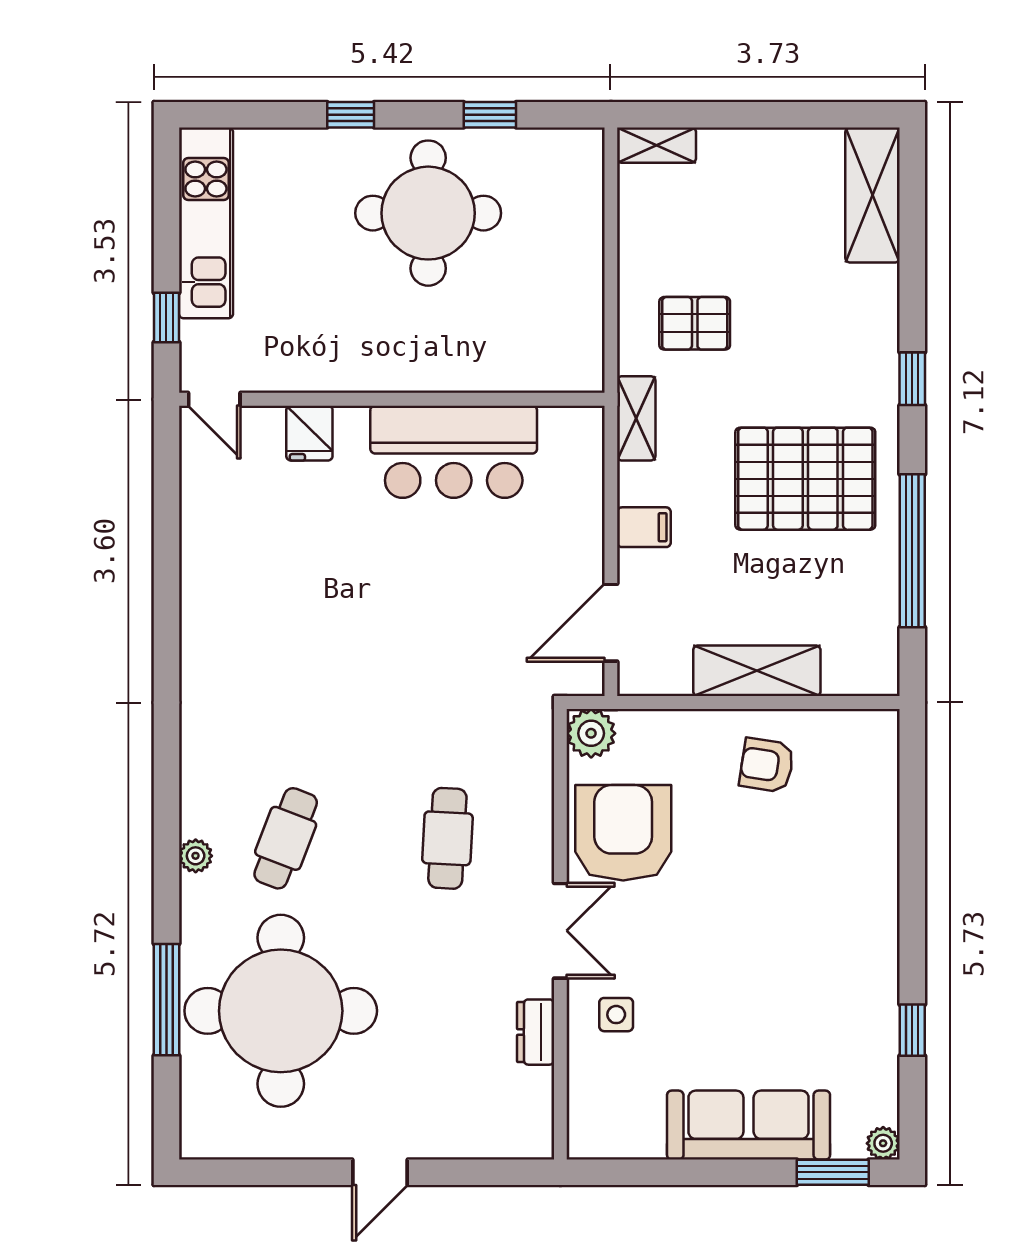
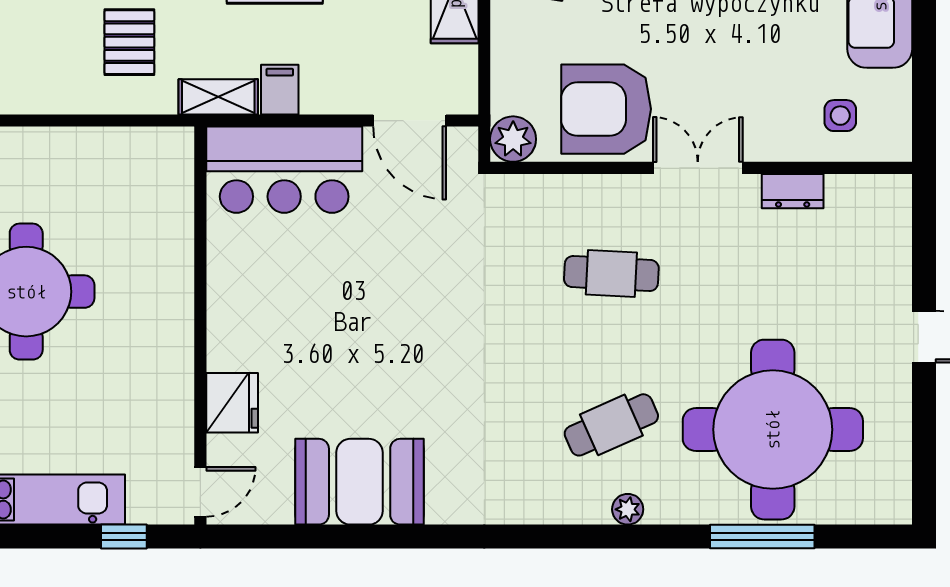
fridge: (309, 433) -> (232, 403), width x1.38
bar counter: (454, 452) -> (284, 170), moved, turned 90
filing cabinet: (644, 527) -> (280, 90), moved
booth: (225, 569) -> (360, 482), added
cafe table: (286, 838) -> (611, 425), turned -45
side table: (616, 1015) -> (840, 116), moved

